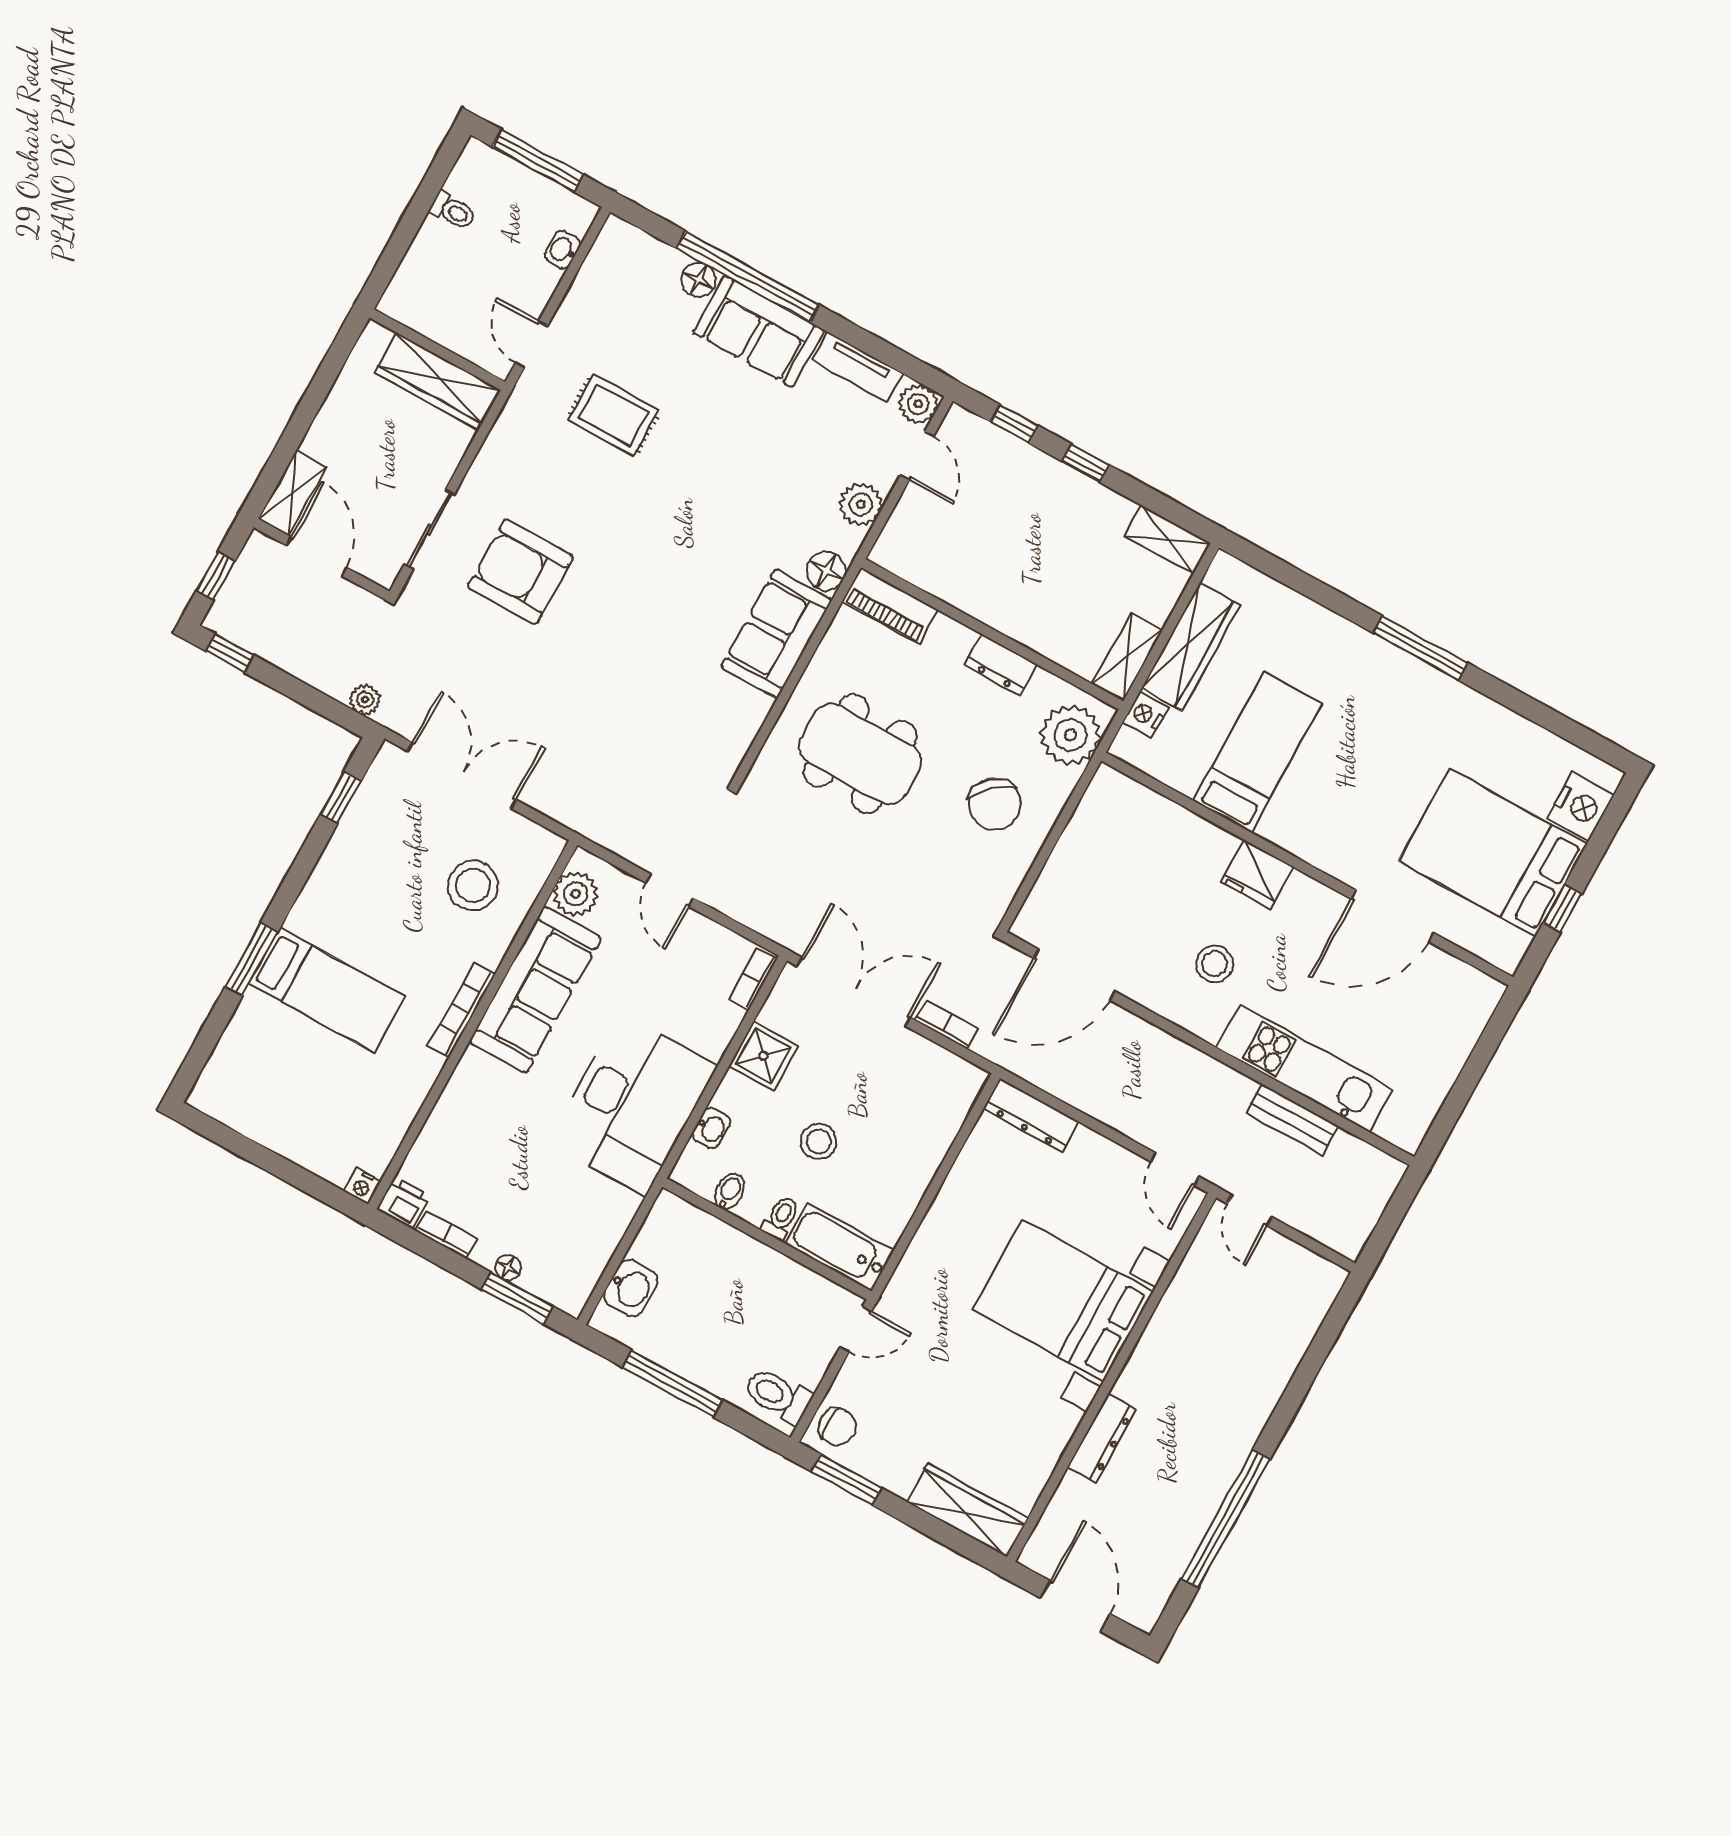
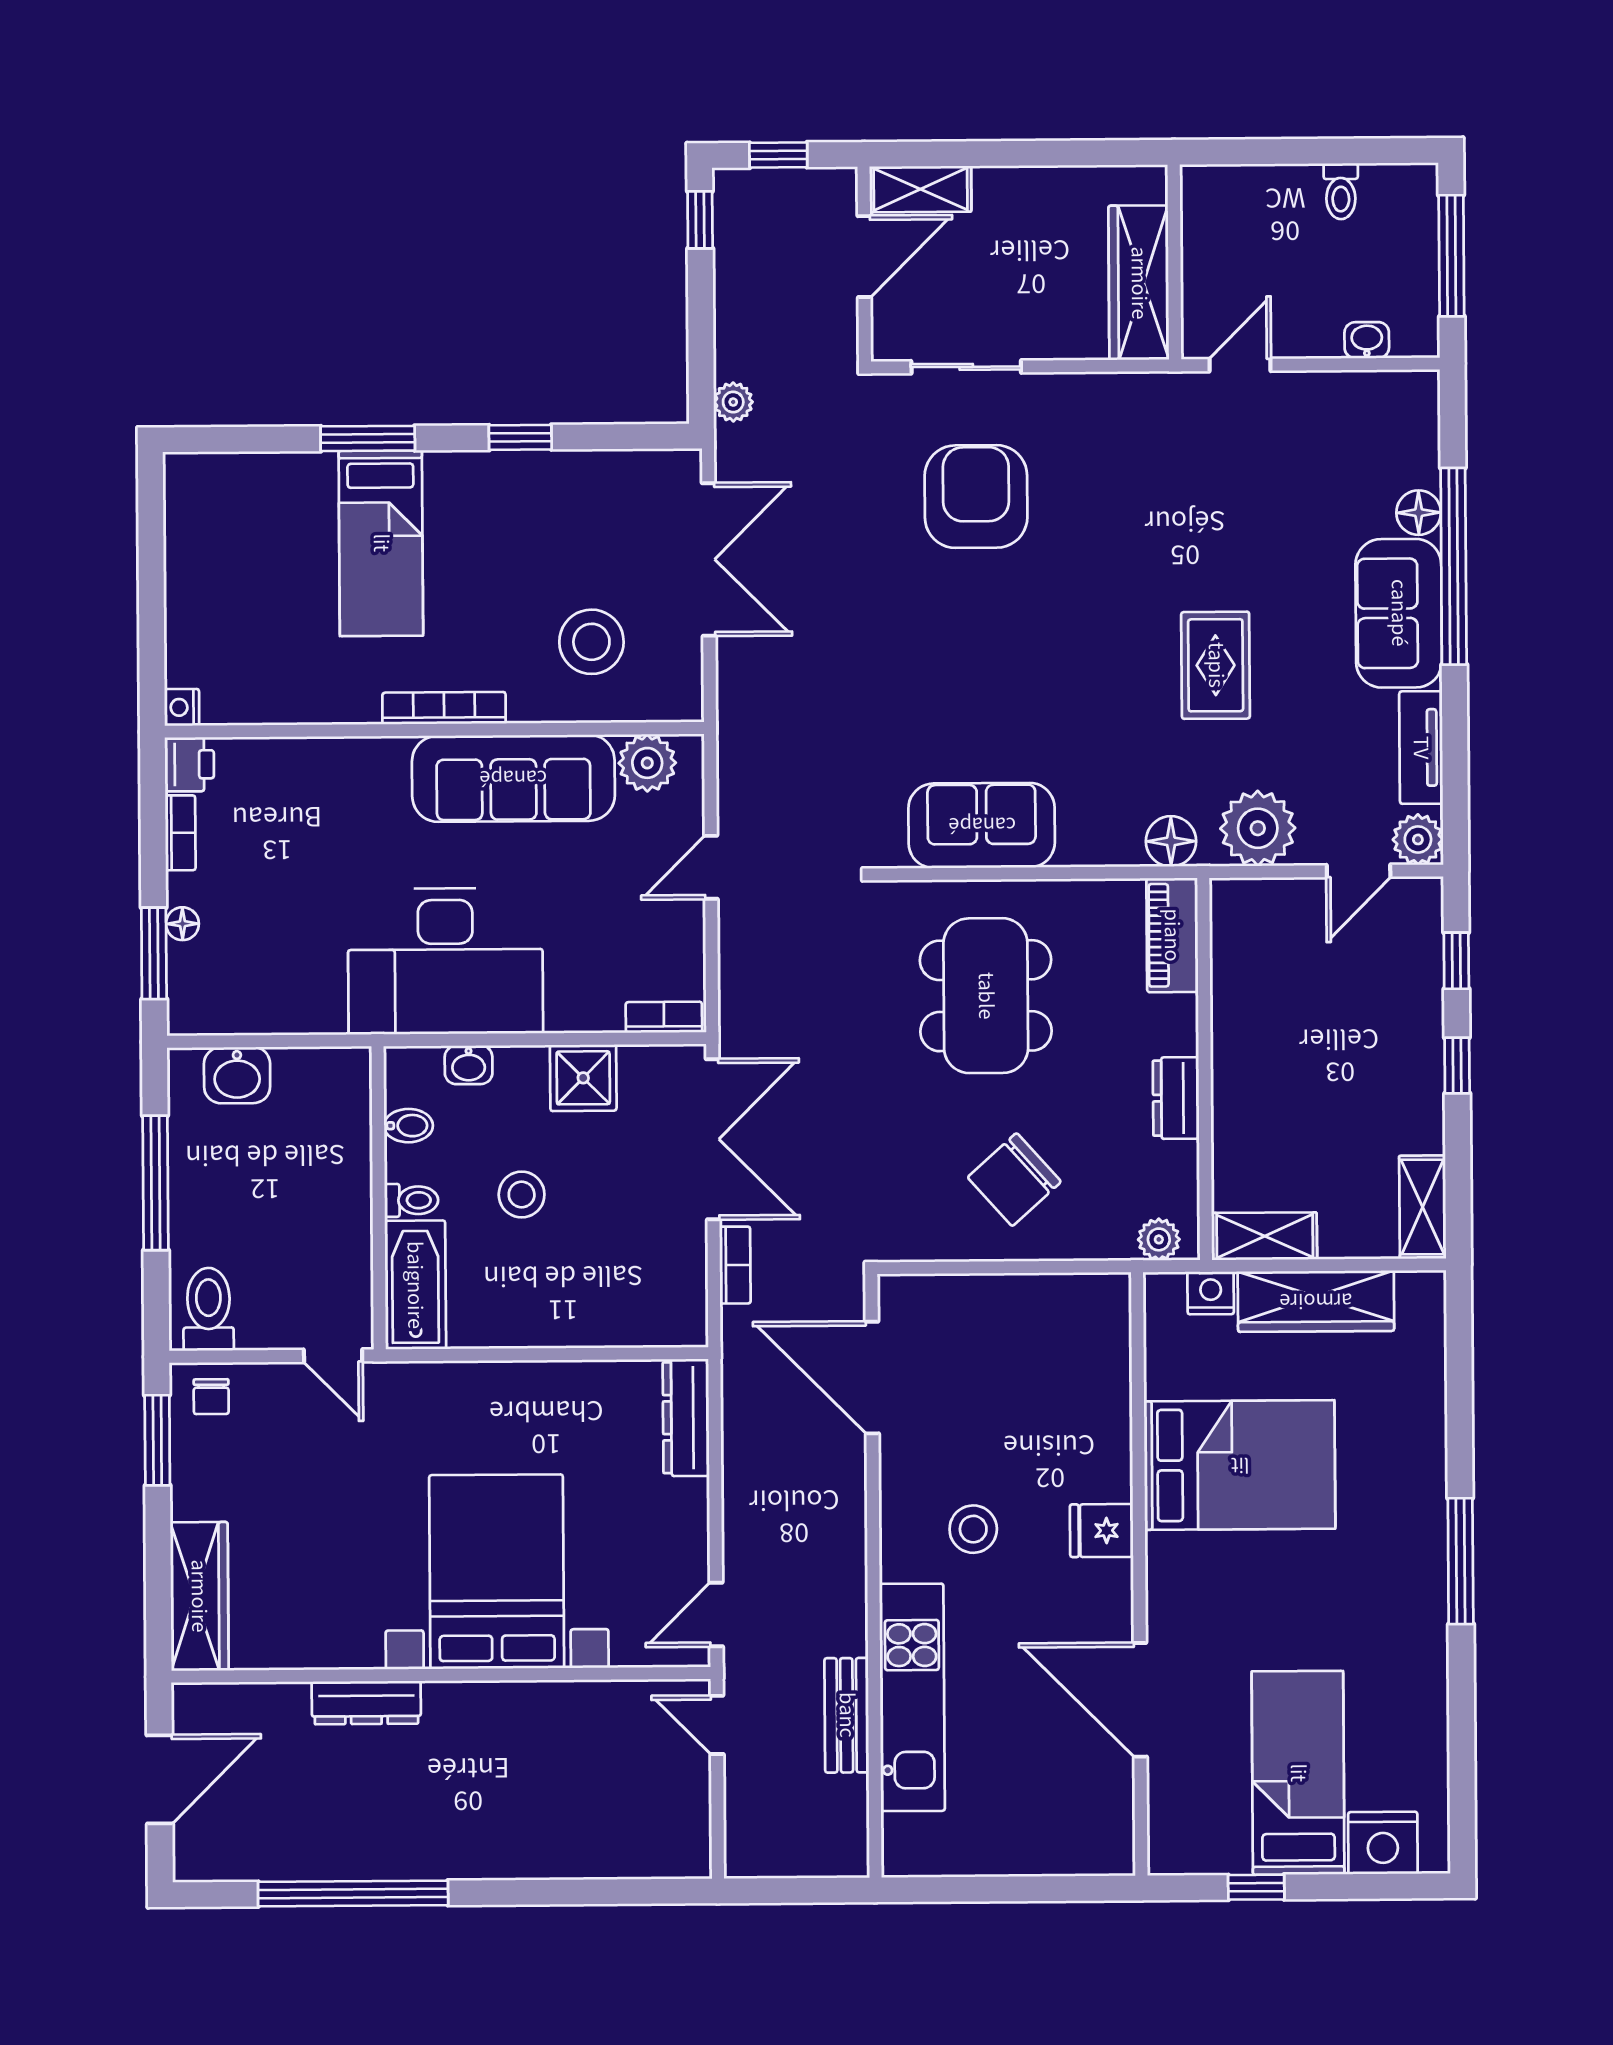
rug: (613, 415) -> (1216, 665), moved
plant: (861, 504) -> (1258, 828), width x1.36, depth x1.36
sofa: (776, 634) -> (982, 825), moved
plant: (1070, 735) -> (1159, 1239), width x0.53, depth x0.53
bed: (1258, 752) -> (1240, 1465), width x1.50
window: (341, 797) -> (520, 437), moved
bed: (1493, 853) -> (1298, 1773), width x0.67
fridge: (1257, 874) -> (1102, 1531), width x0.72
door: (1250, 1210) -> (717, 1725), hinge flipped
chair: (837, 1427) -> (211, 1397), width x0.73, depth x0.73

